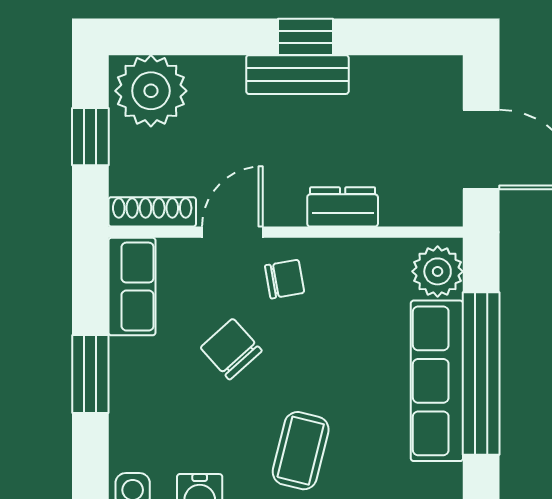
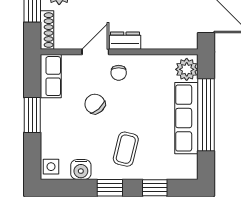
dresser: (343, 207) -> (125, 41), moved
shoe rack: (152, 212) -> (47, 30), moved, turned 90
chair: (285, 279) -> (119, 73), turned 100

